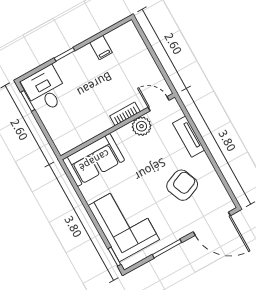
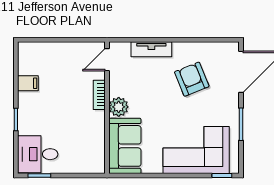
plant: (142, 126) -> (119, 107), moved

